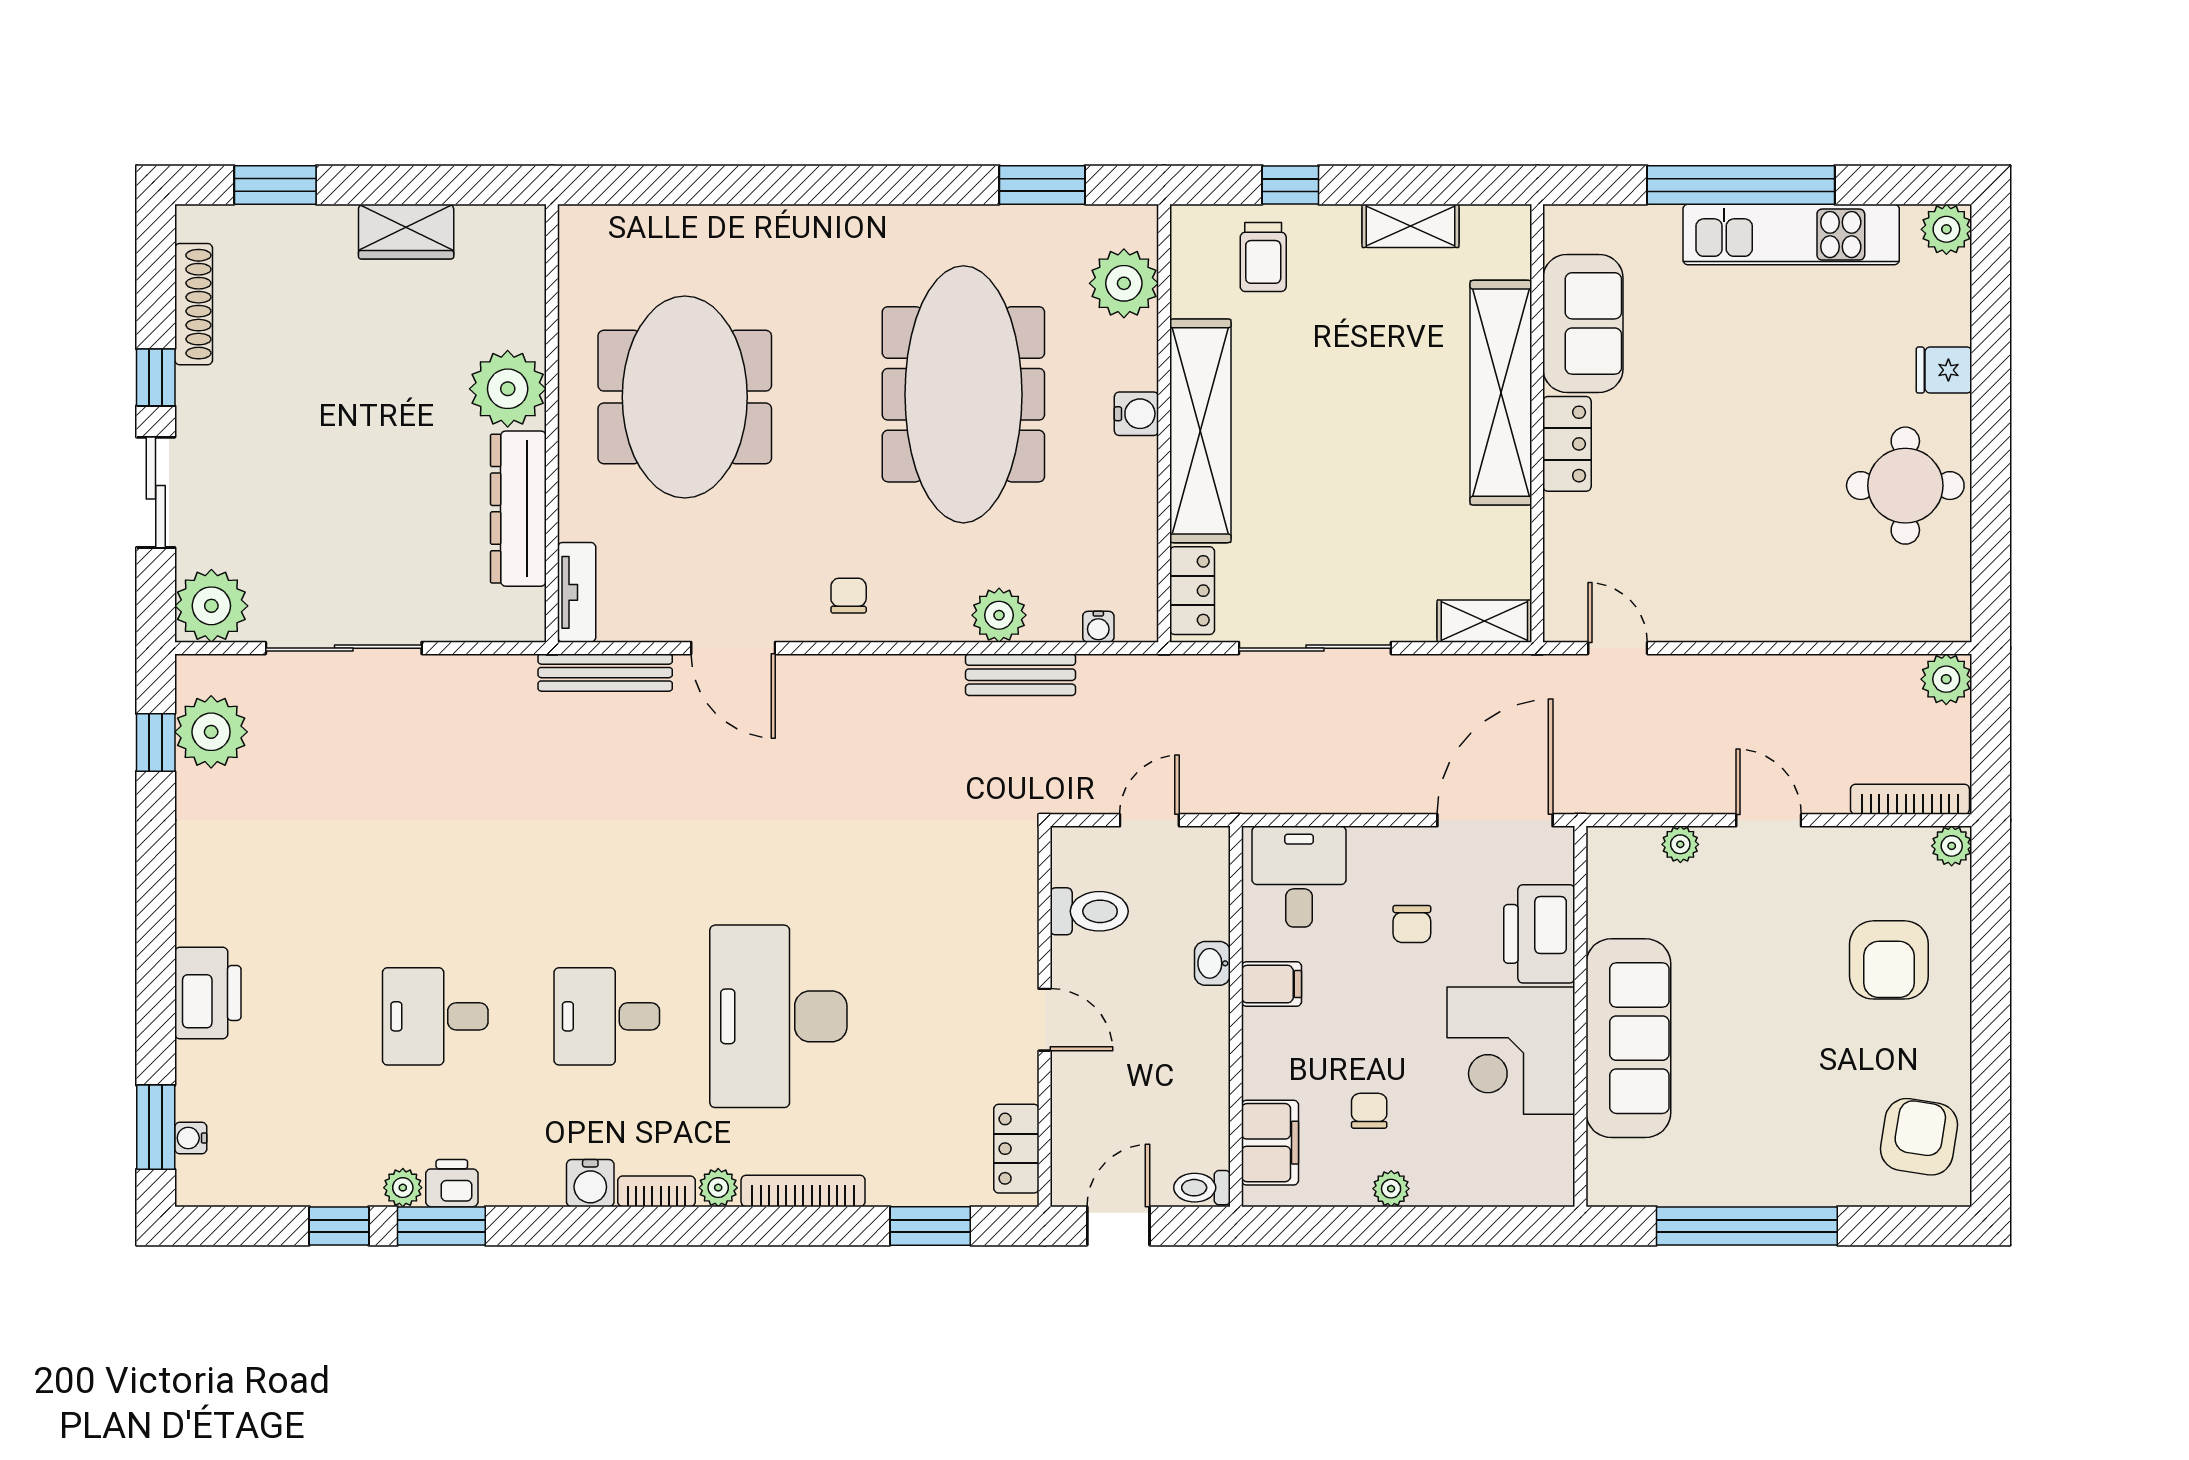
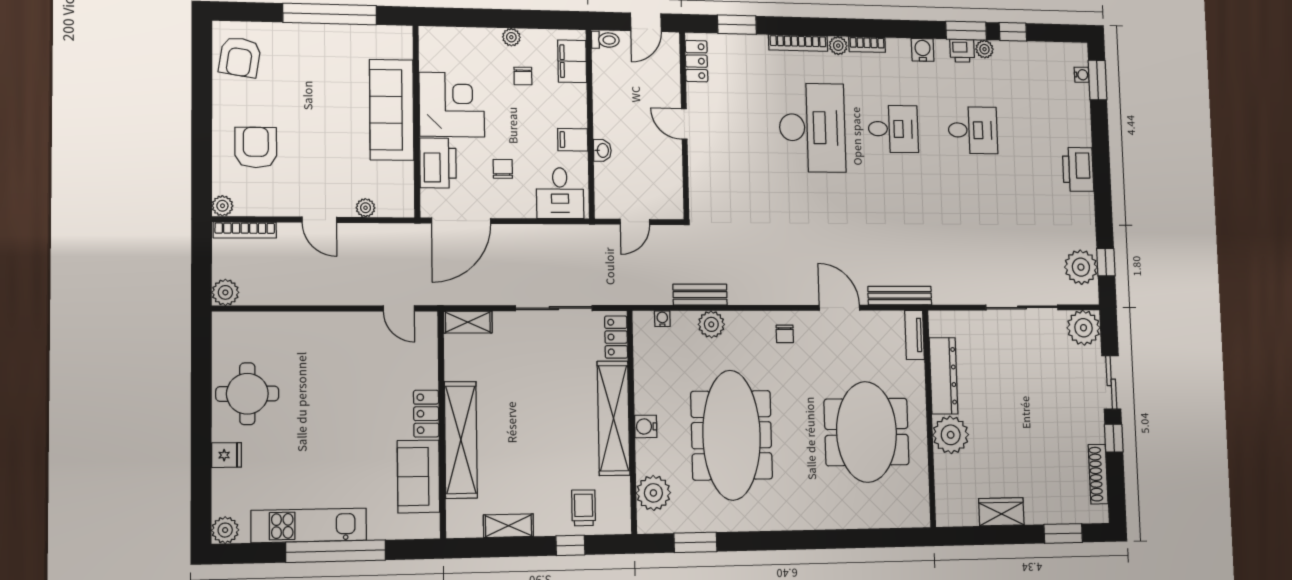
toilet: (1089, 911) -> (664, 177), removed
printer: (208, 993) -> (1078, 169), moved
water cooler: (590, 1183) -> (923, 50), moved

